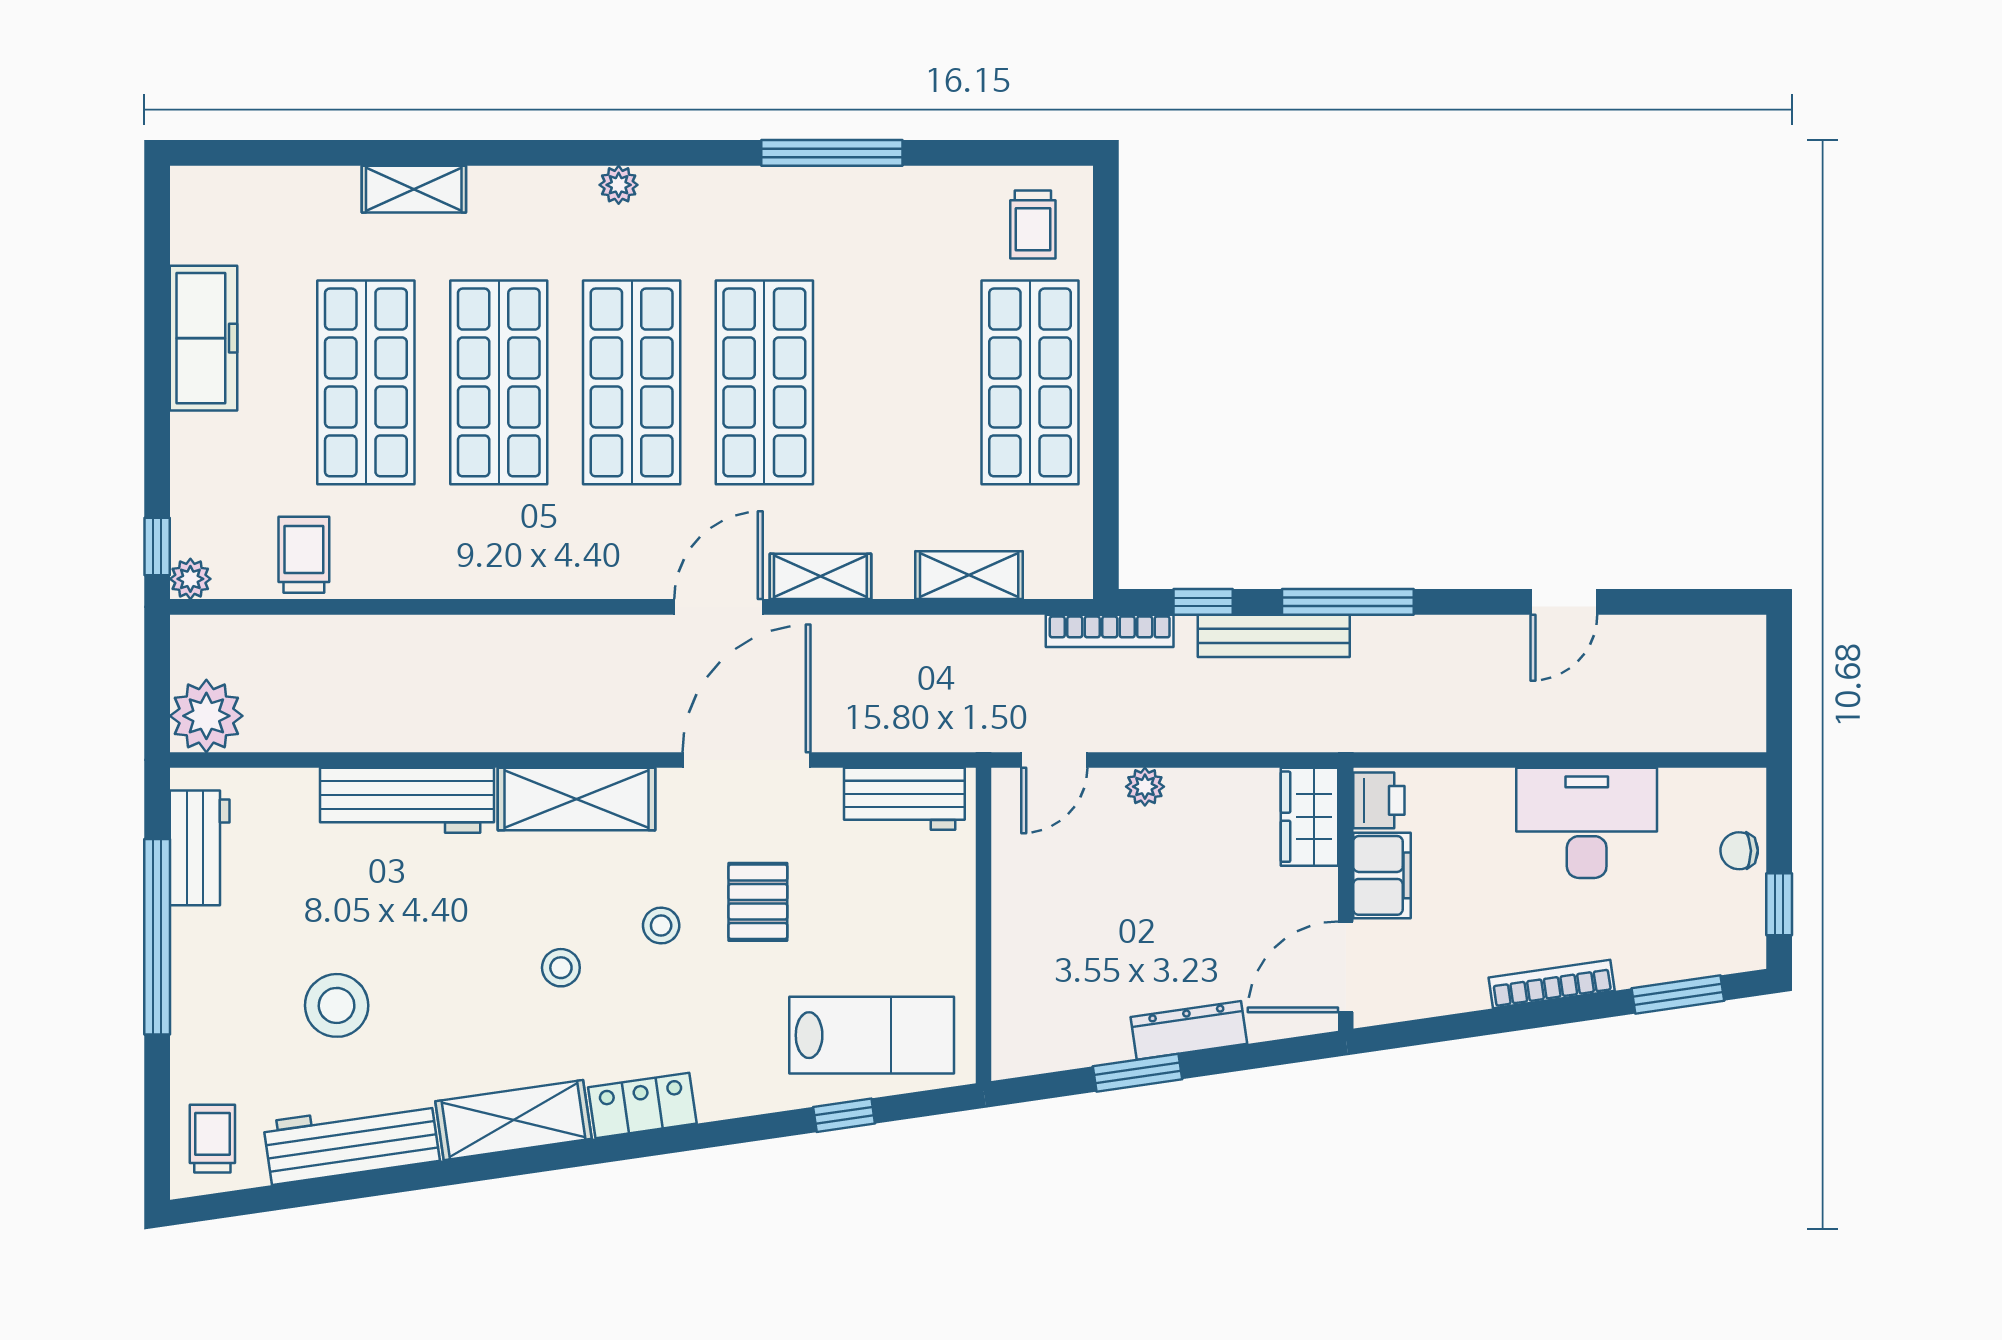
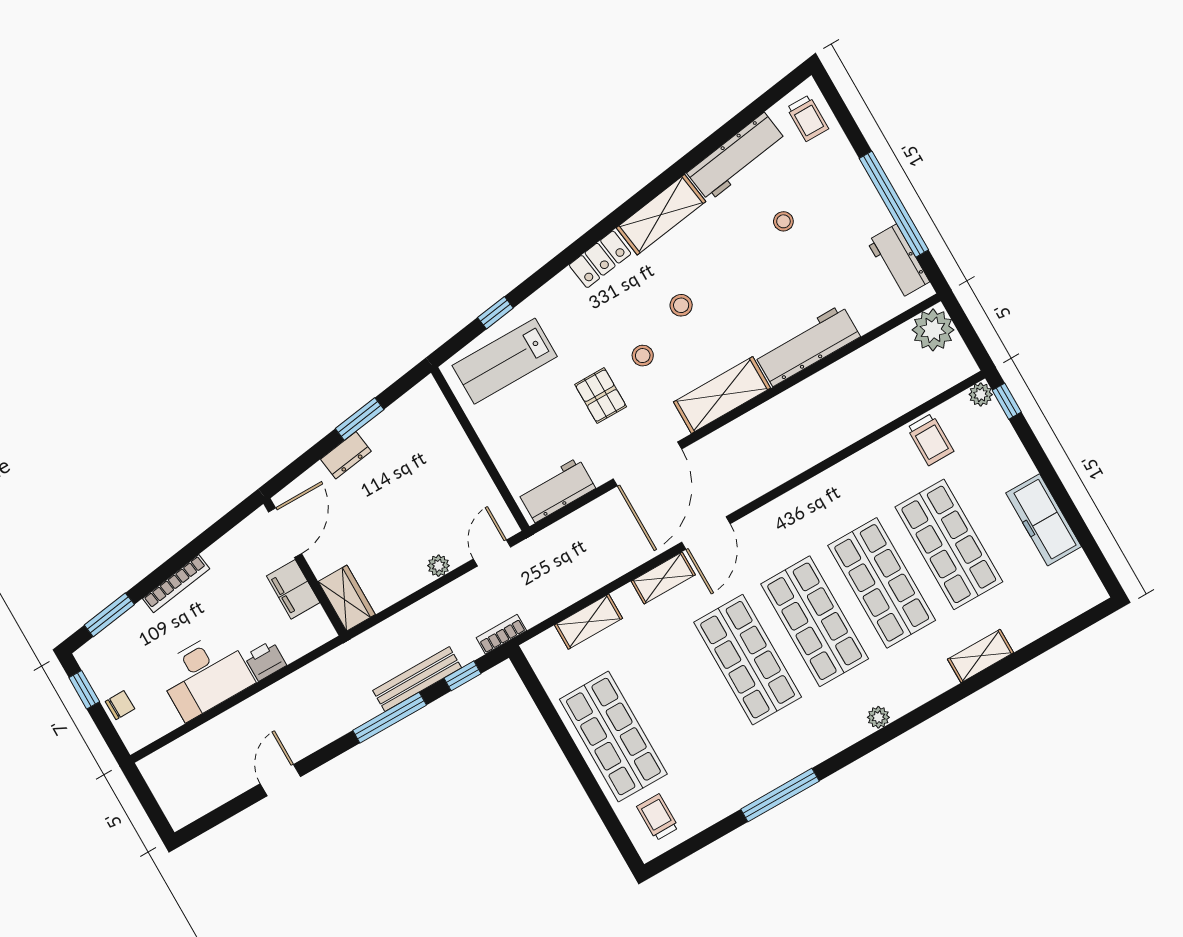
bookcase: (1110, 631) -> (501, 634), width x0.64
printer: (1379, 800) -> (265, 661), moved, turned 90
stool: (337, 1005) -> (783, 221), width x0.53, depth x0.53
dresser: (1189, 1030) -> (346, 455), width x0.70

